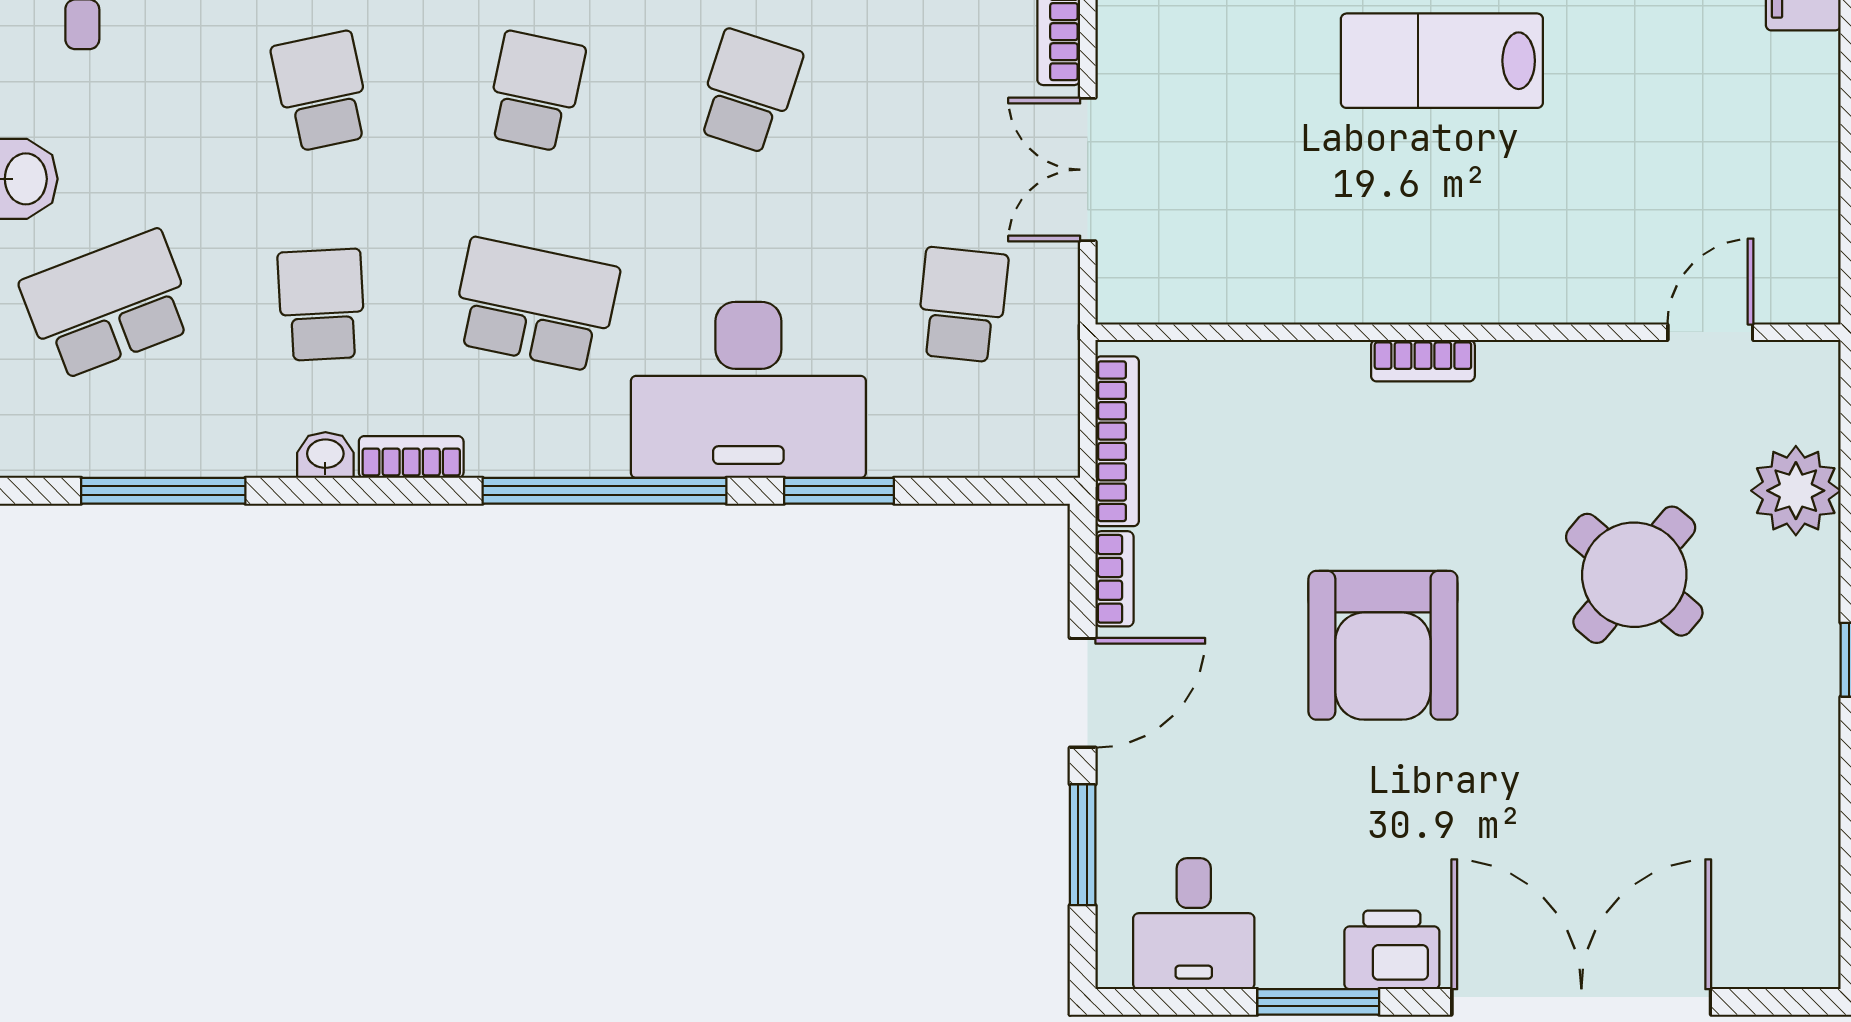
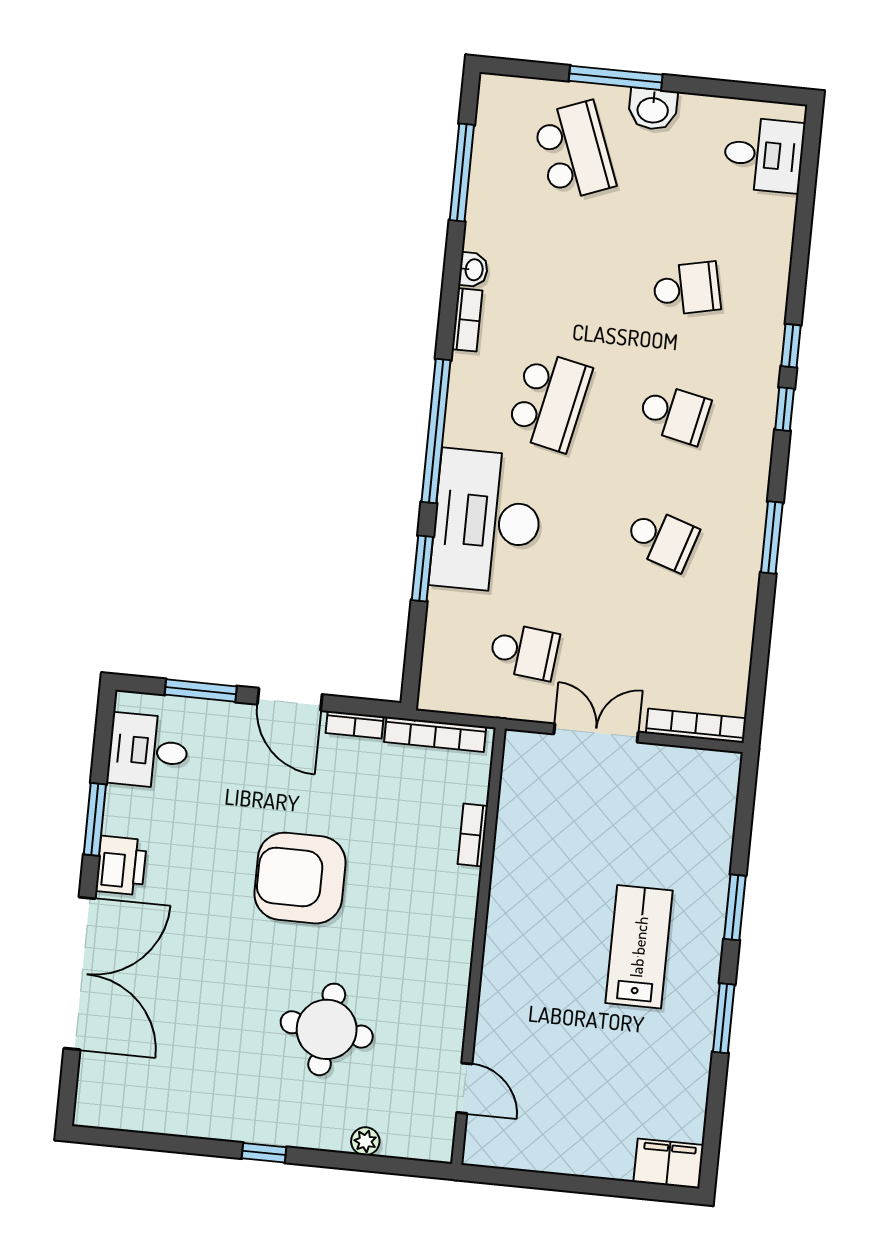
school desk: (321, 305) -> (562, 276), removed
bookcase: (1423, 361) -> (473, 835), moved
plant: (1796, 491) -> (365, 1141), width x0.53, depth x0.53
round table: (1634, 575) -> (327, 1029), turned -34

